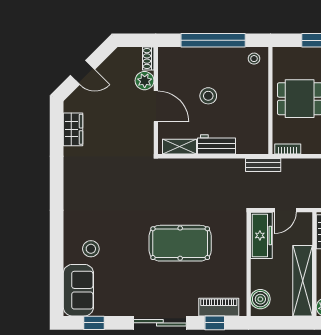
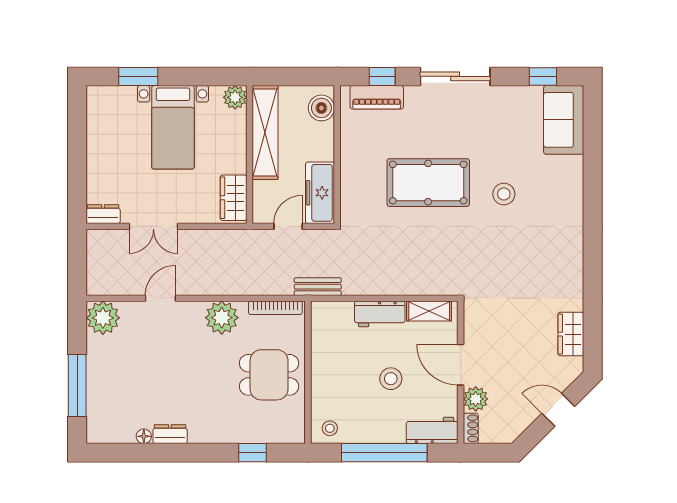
workbench: (177, 57) -> (432, 430), added
bookcase: (288, 149) -> (275, 308), width x1.56
stool: (91, 249) -> (504, 194), moved

